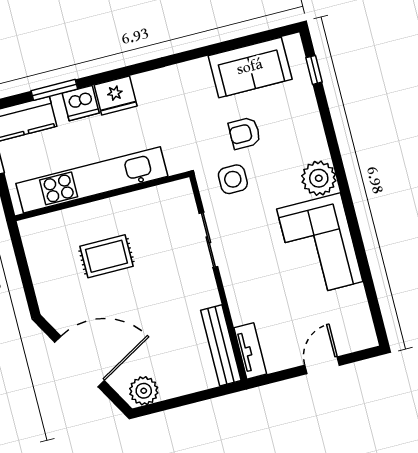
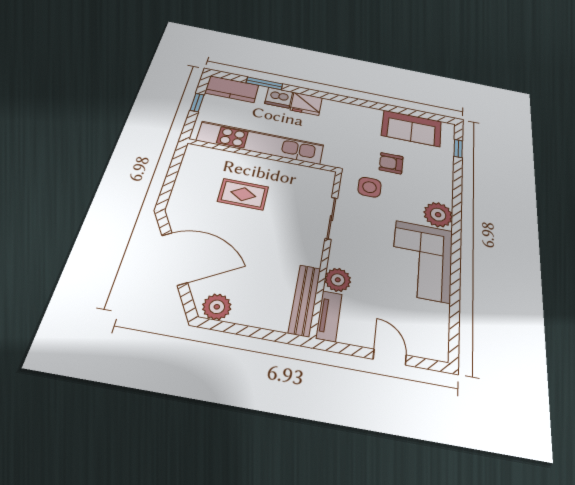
plant: (243, 309) -> (338, 280), added
door: (322, 365) -> (390, 357), hinge flipped

